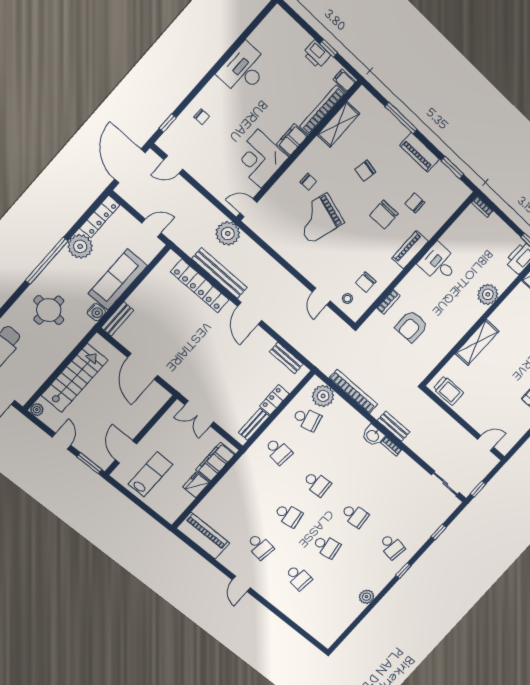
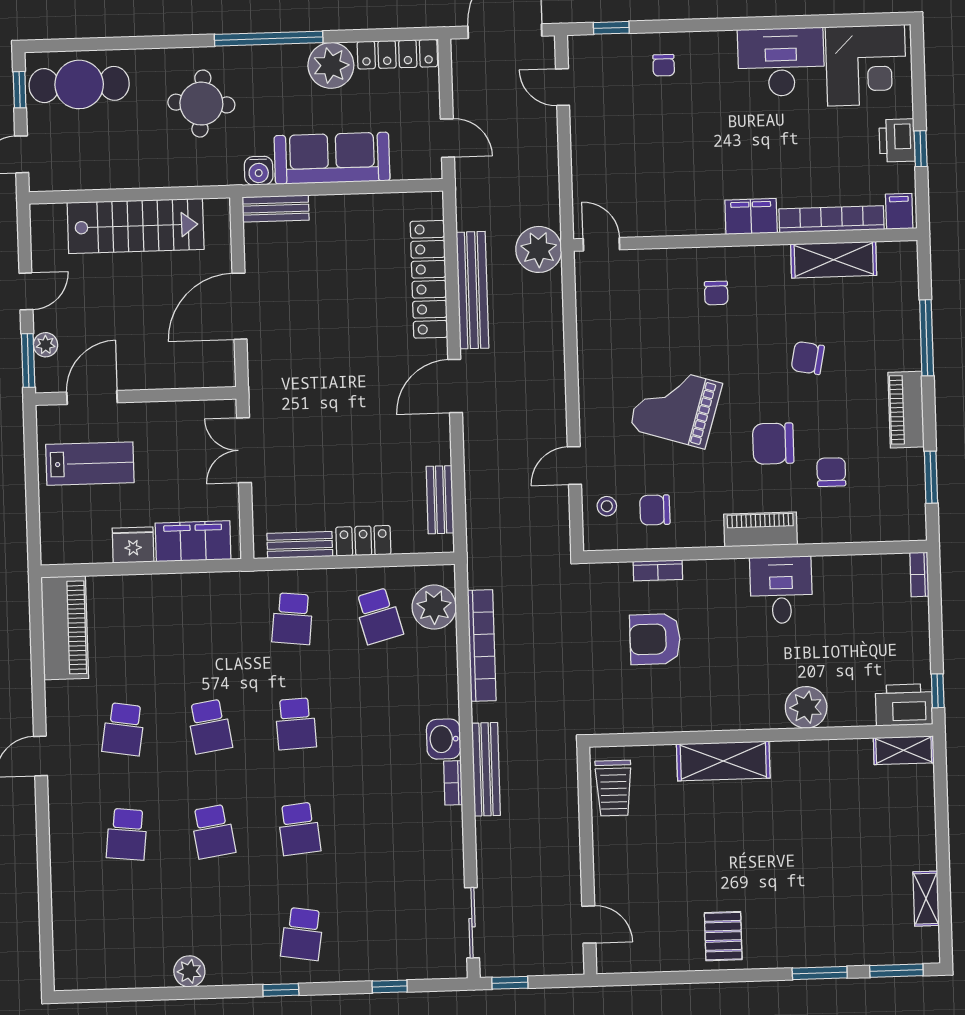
corner desk: (259, 159) -> (866, 65), moved, turned 180
grand piano: (318, 218) -> (676, 406), moved
plant: (37, 410) -> (46, 345), moved
bench: (394, 426) -> (486, 769), width x1.36

